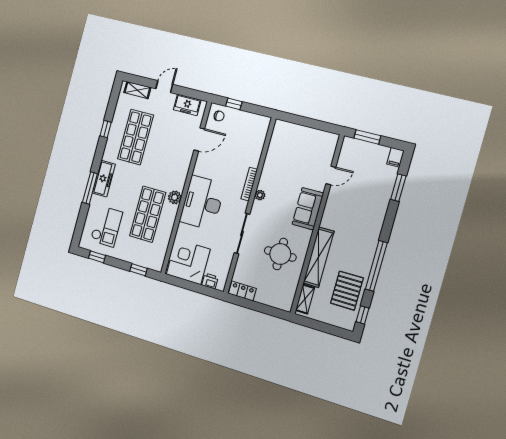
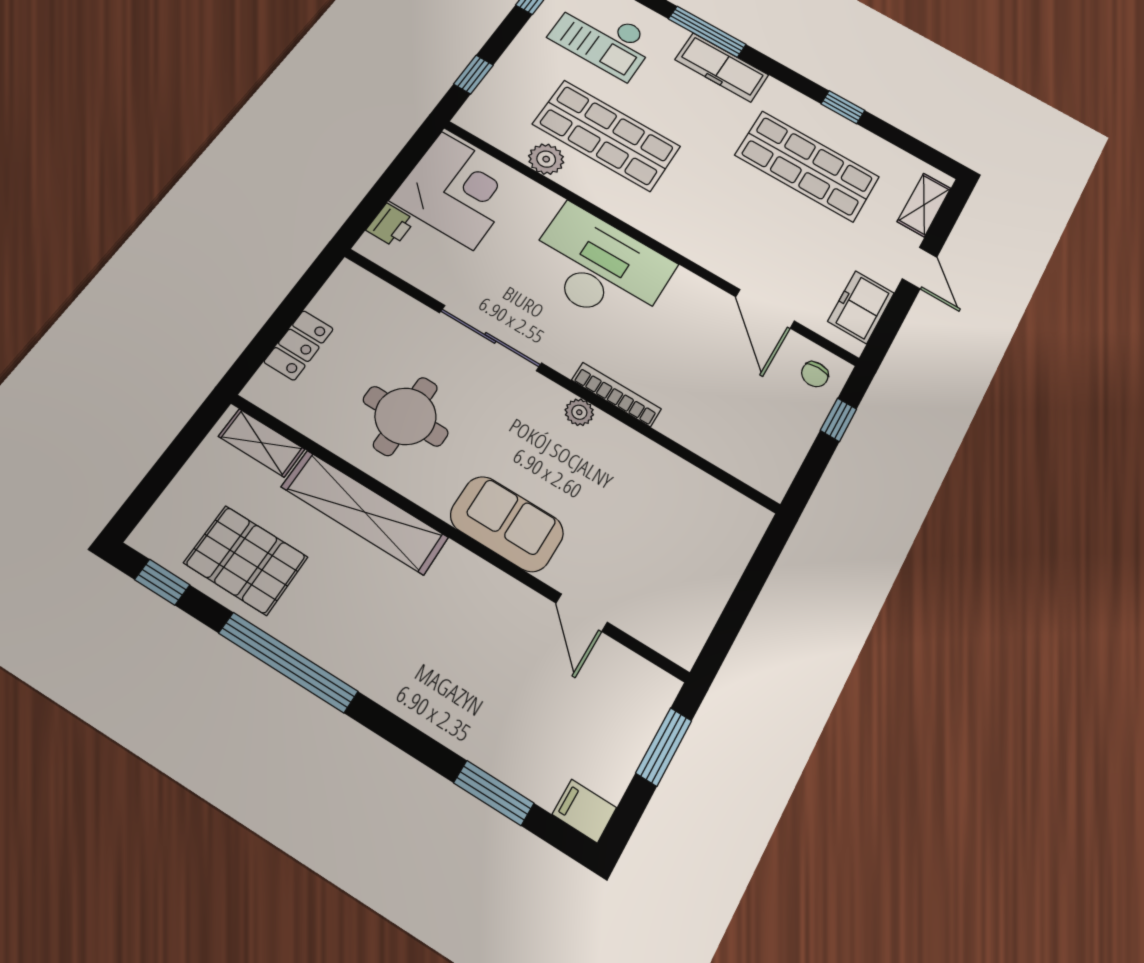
plant: (175, 197) -> (546, 159), moved
locker: (242, 291) -> (299, 345), moved

